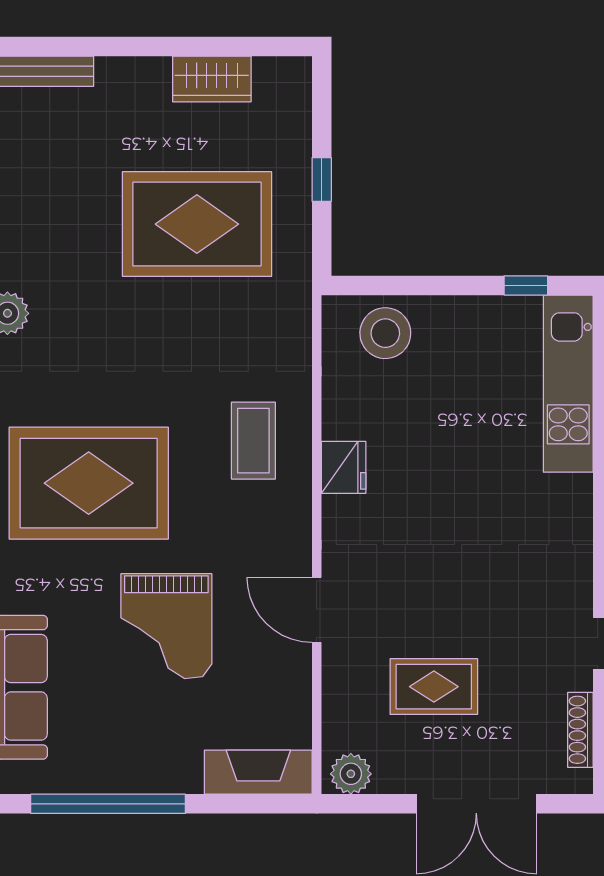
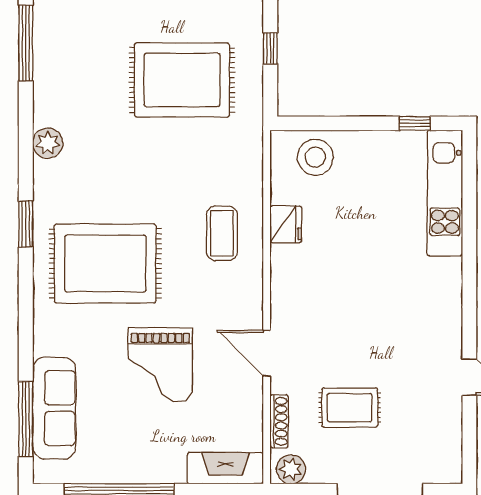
fridge: (344, 467) -> (286, 224), moved
shoe rack: (580, 730) -> (279, 421), moved, turned 180

